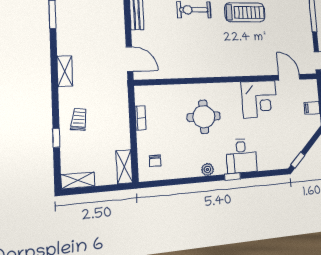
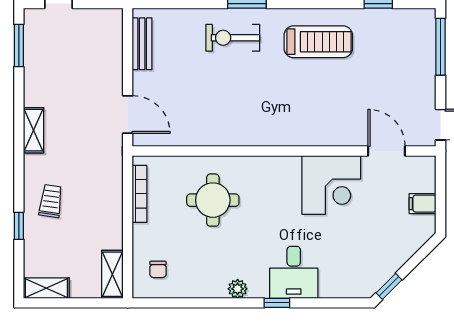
round table: (204, 117) -> (213, 200), moved
bookcase: (140, 118) -> (140, 194), width x1.56

